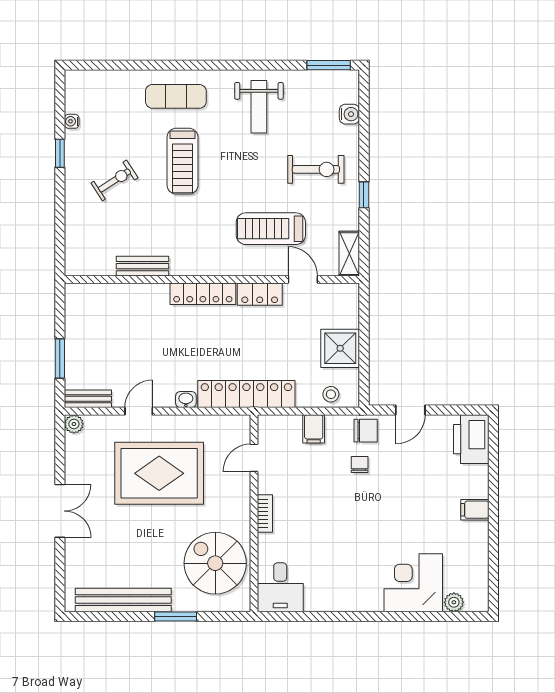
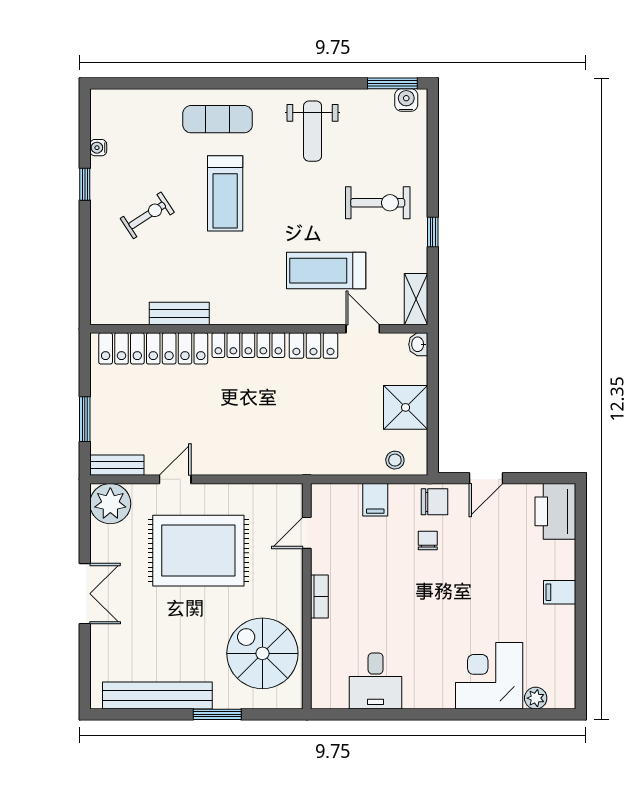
water cooler: (349, 114) -> (406, 100), moved, turned -90
locker: (246, 394) -> (153, 348), moved, turned 180
washbasin: (186, 400) -> (418, 344), moved, turned -90
plant: (74, 424) -> (110, 504), width x1.88, depth x1.88
desk: (280, 587) -> (376, 681), moved

